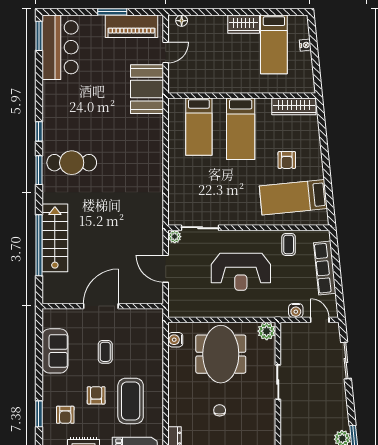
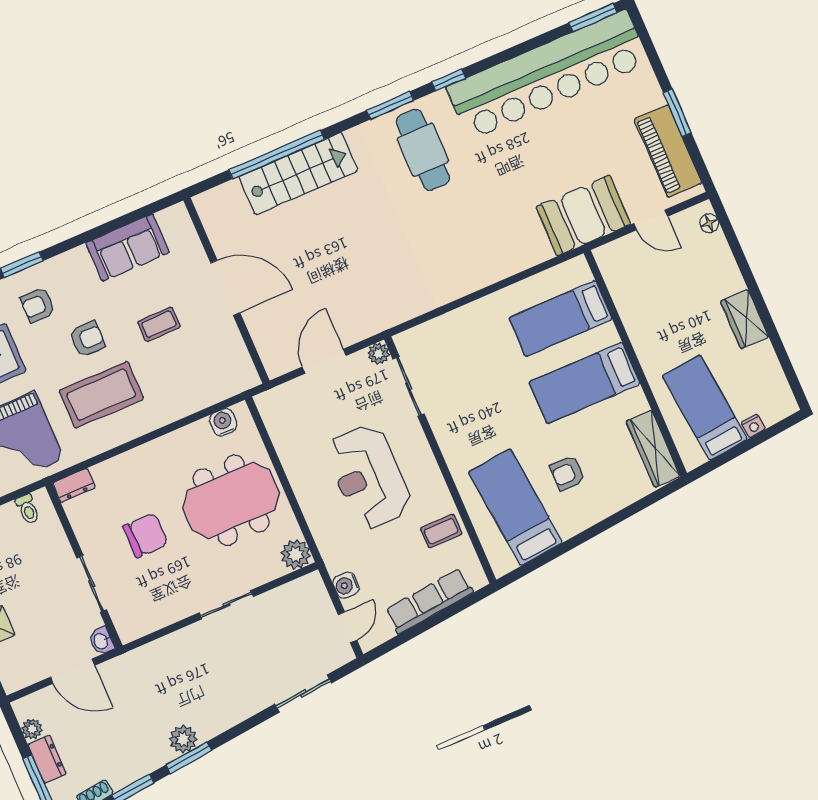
bed: (274, 44) -> (705, 408), moved, turned 84
bar counter: (60, 47) -> (548, 75), width x1.86
chair: (220, 410) -> (145, 535), width x1.87, depth x1.87

